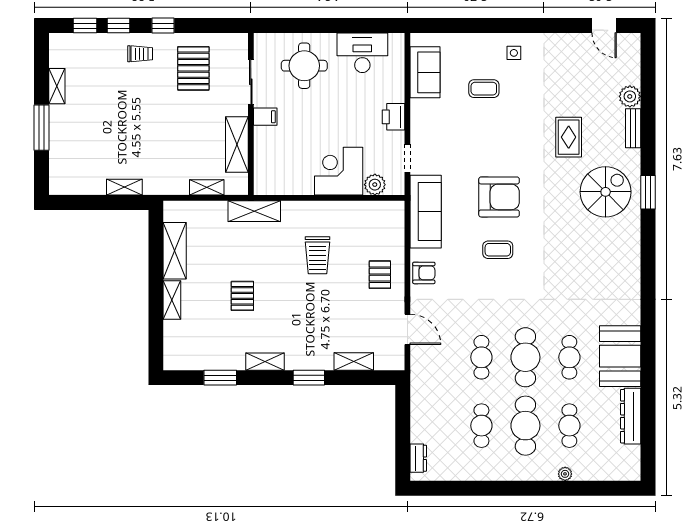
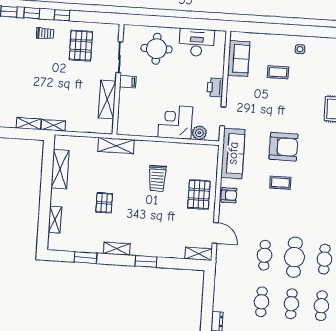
shelving: (207, 187) -> (53, 125), moved
pallet: (380, 275) -> (199, 194), width x1.50, depth x1.42
shelving: (172, 300) -> (55, 220), moved
shelving: (354, 361) -> (199, 254), moved
cafe table: (525, 426) -> (291, 304), width x0.73, depth x0.74

